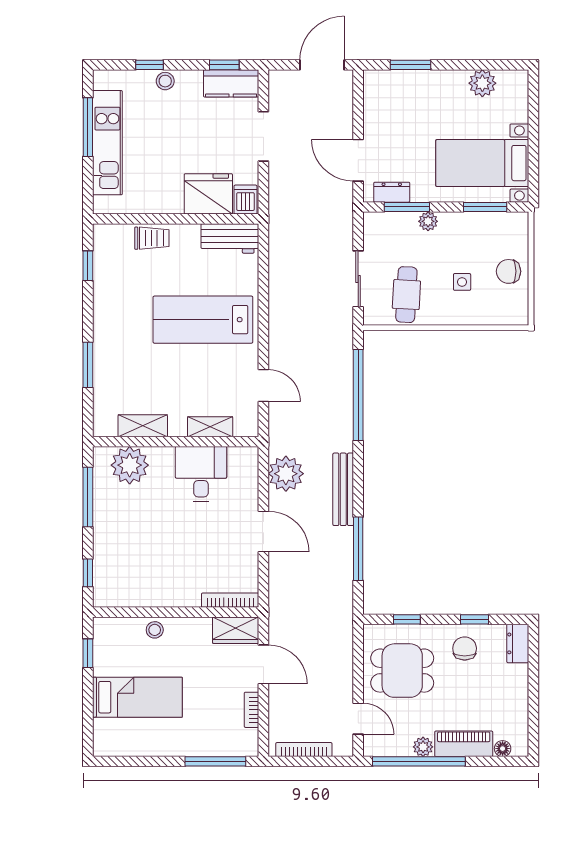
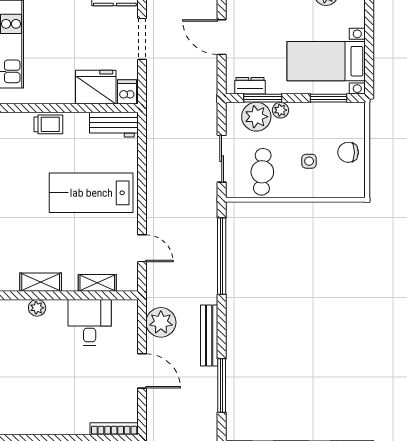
door: (358, 160) -> (222, 37), moved
plant: (399, 229) -> (256, 117), added
plant: (130, 465) -> (37, 308), width x0.53, depth x0.53

